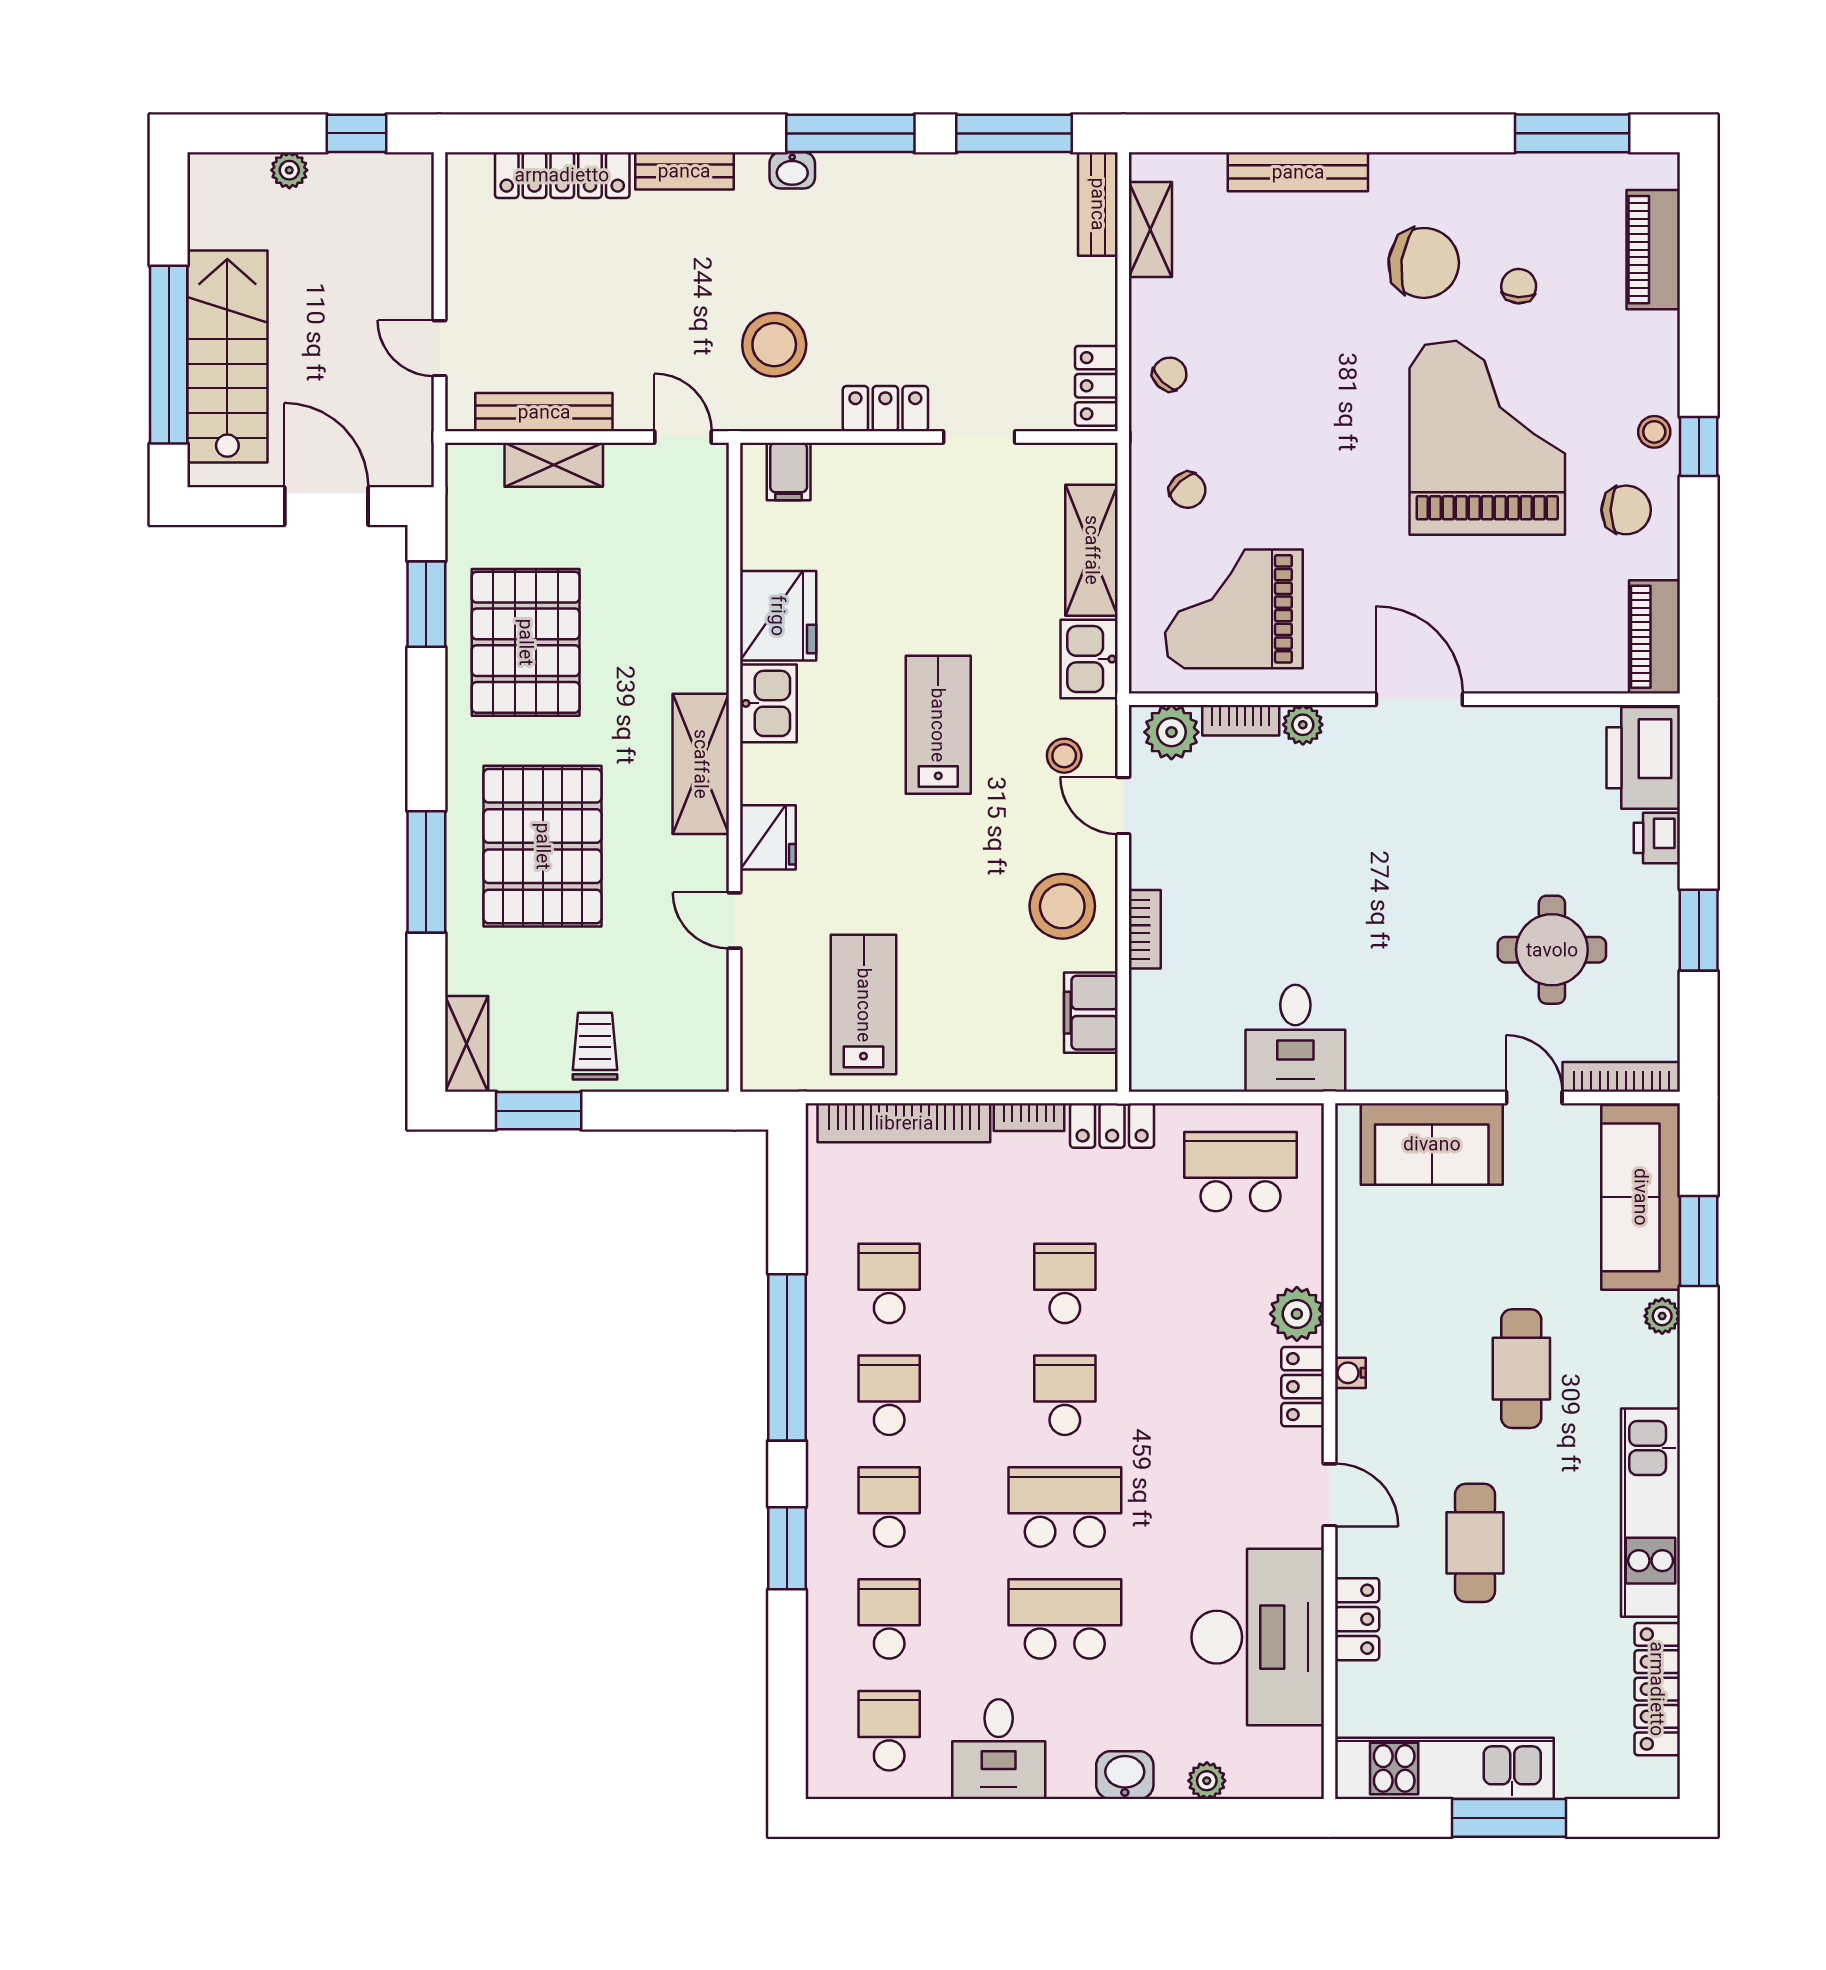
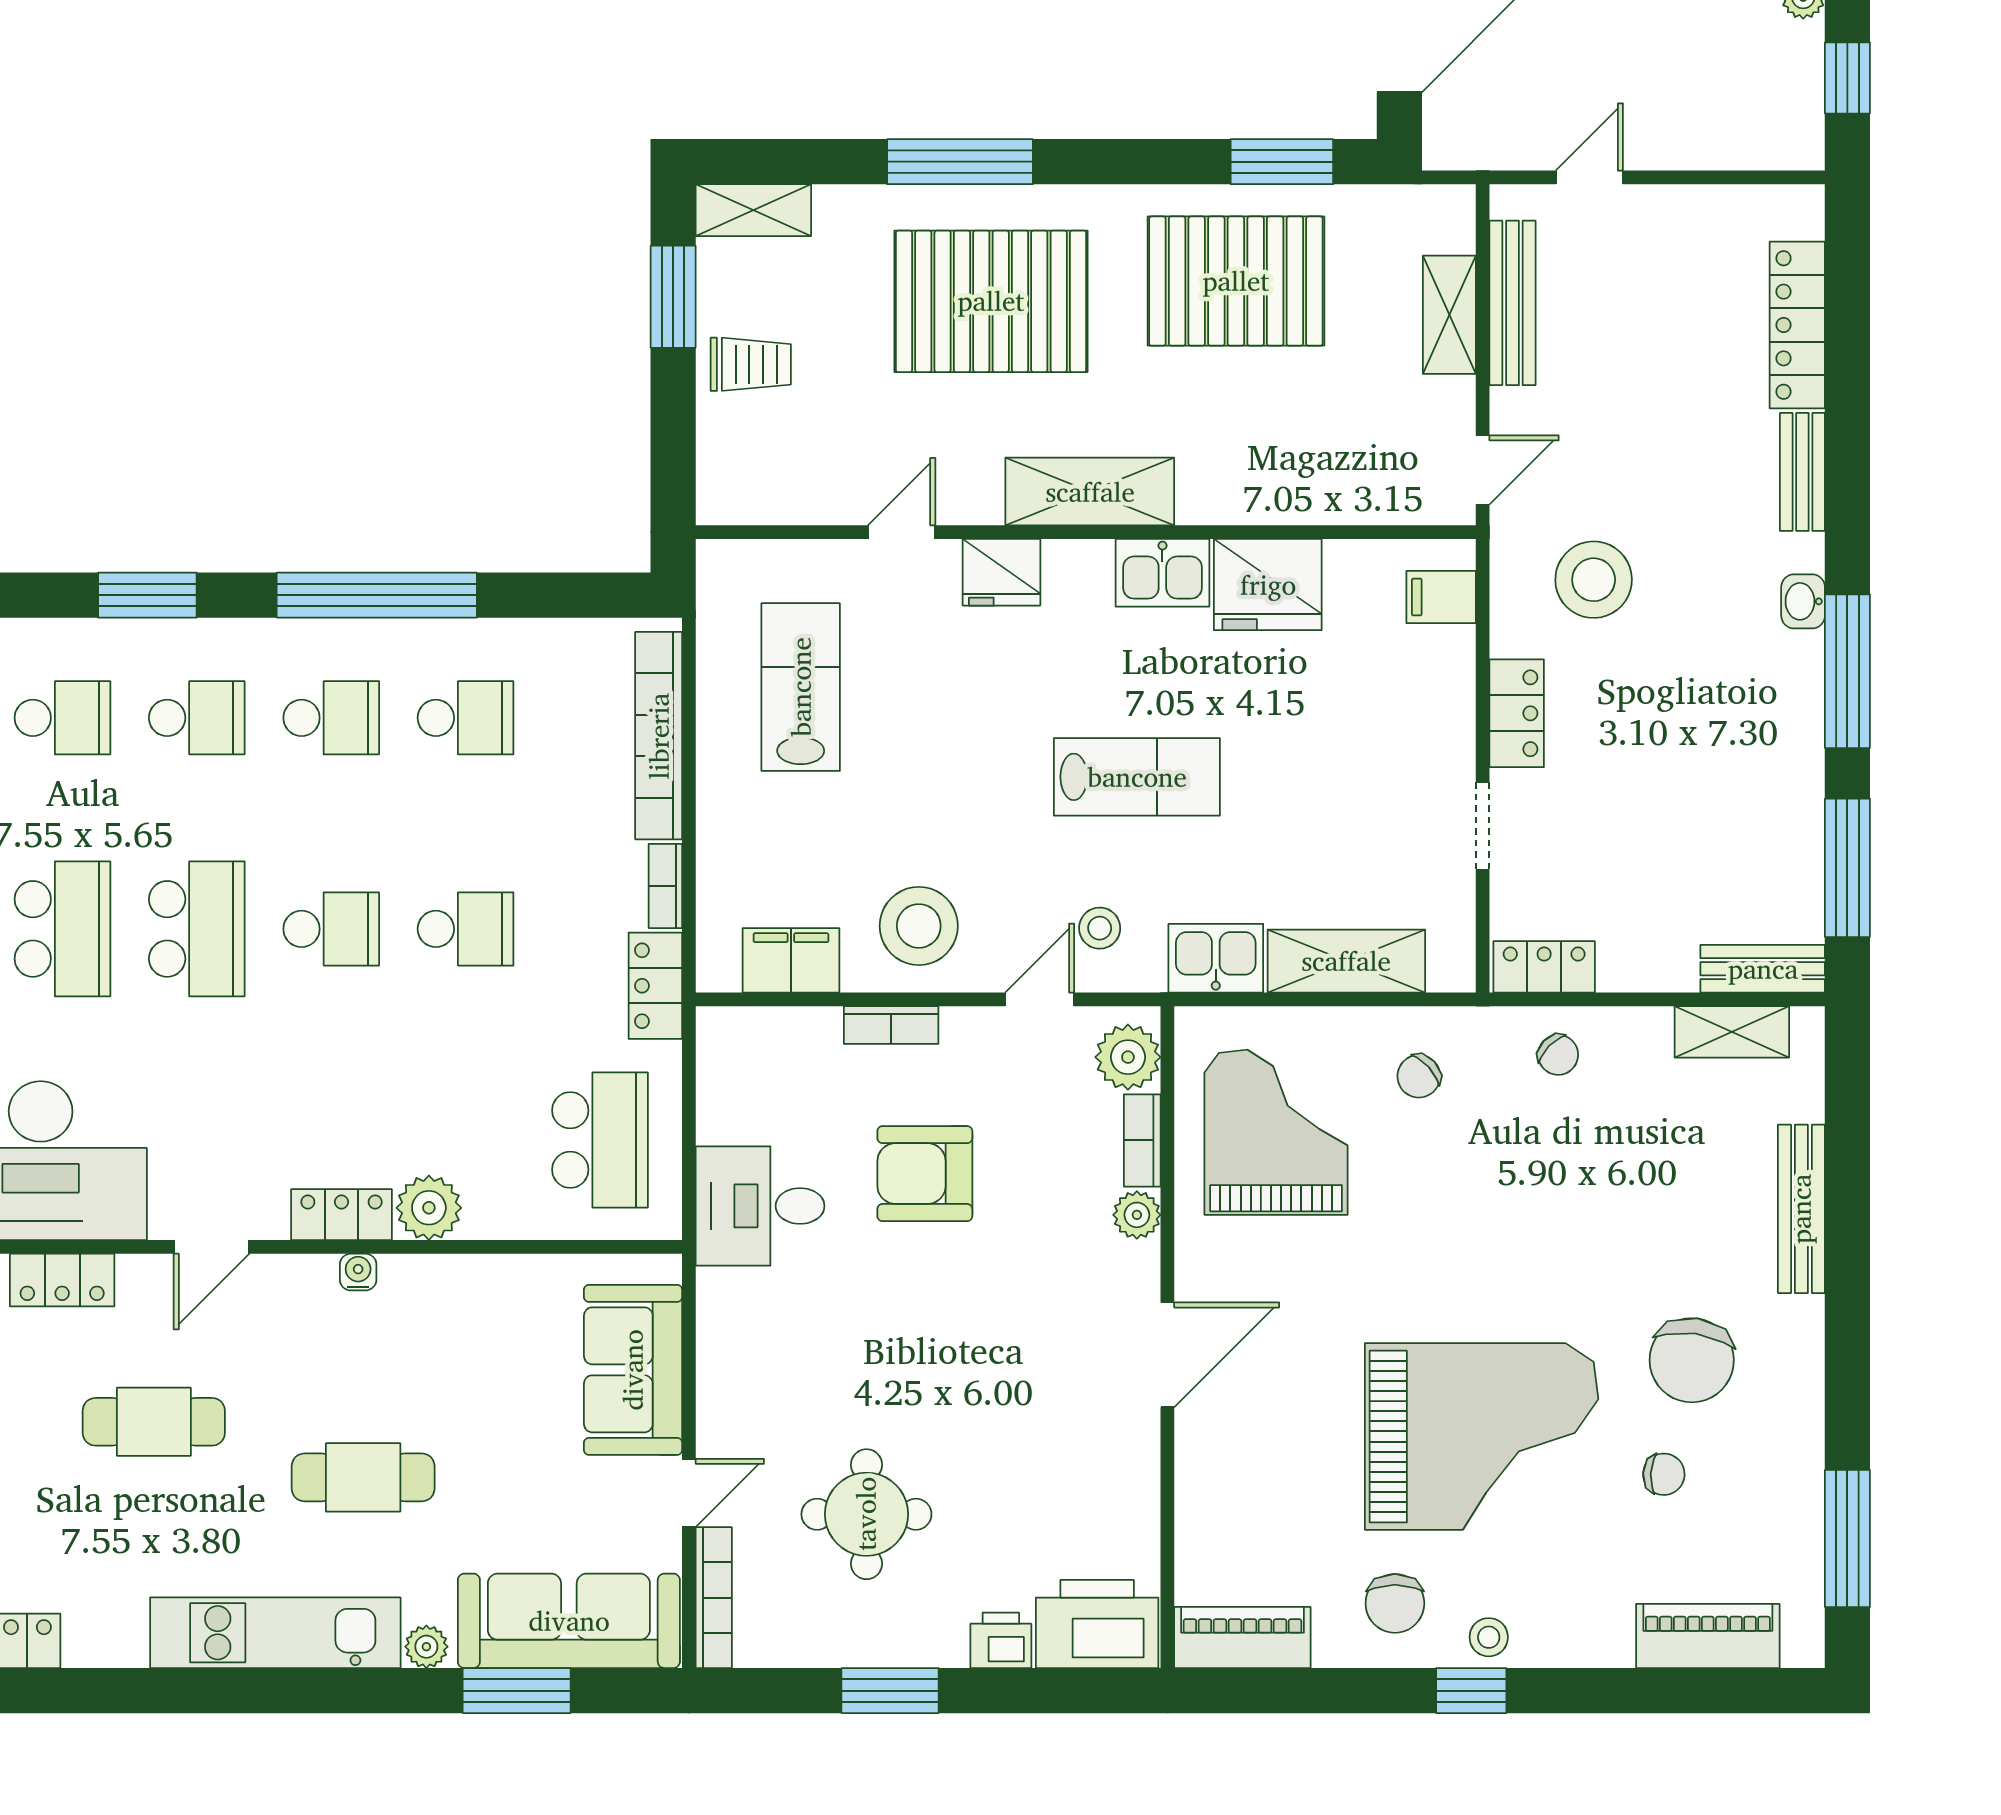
armchair: (1268, 901) -> (925, 1174), added
lab bench: (864, 1005) -> (801, 687), turned -90
kitchen unit: (1651, 1513) -> (275, 1633), moved

